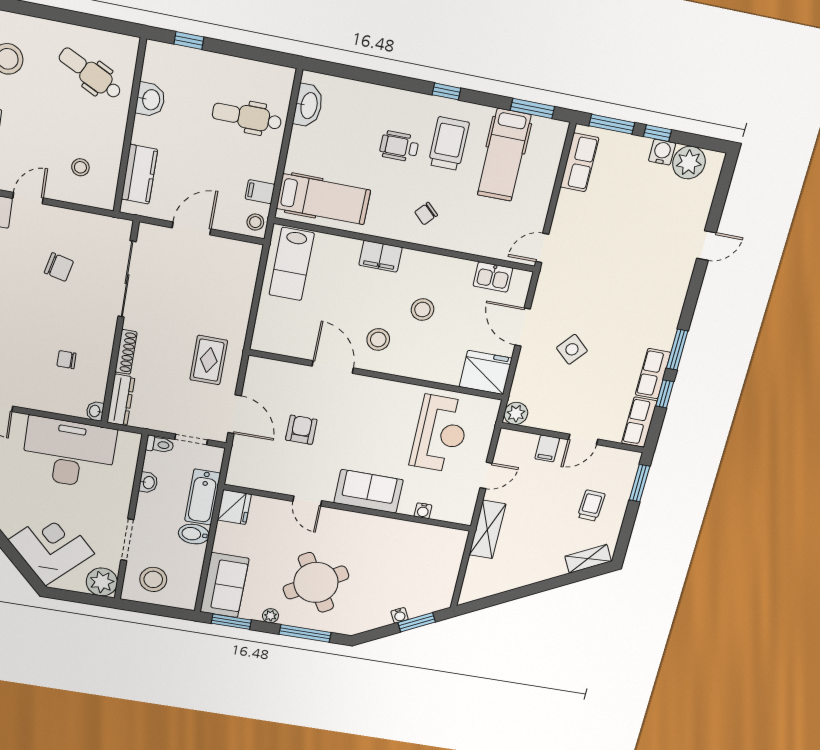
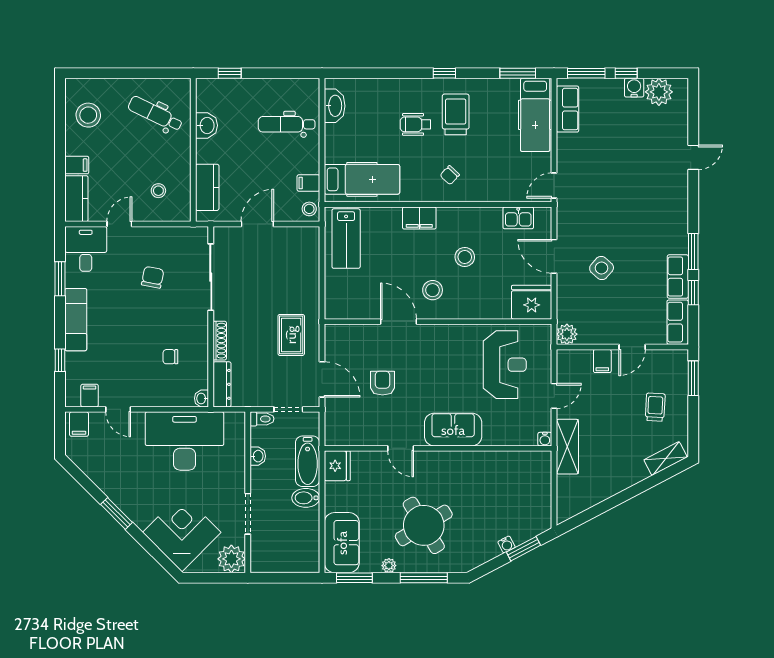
hospital bed: (504, 155) -> (535, 115), moved
chair: (59, 267) -> (153, 277), turned -92
water cooler: (423, 511) -> (545, 439), moved
stool: (153, 579) -> (277, 548), removed

